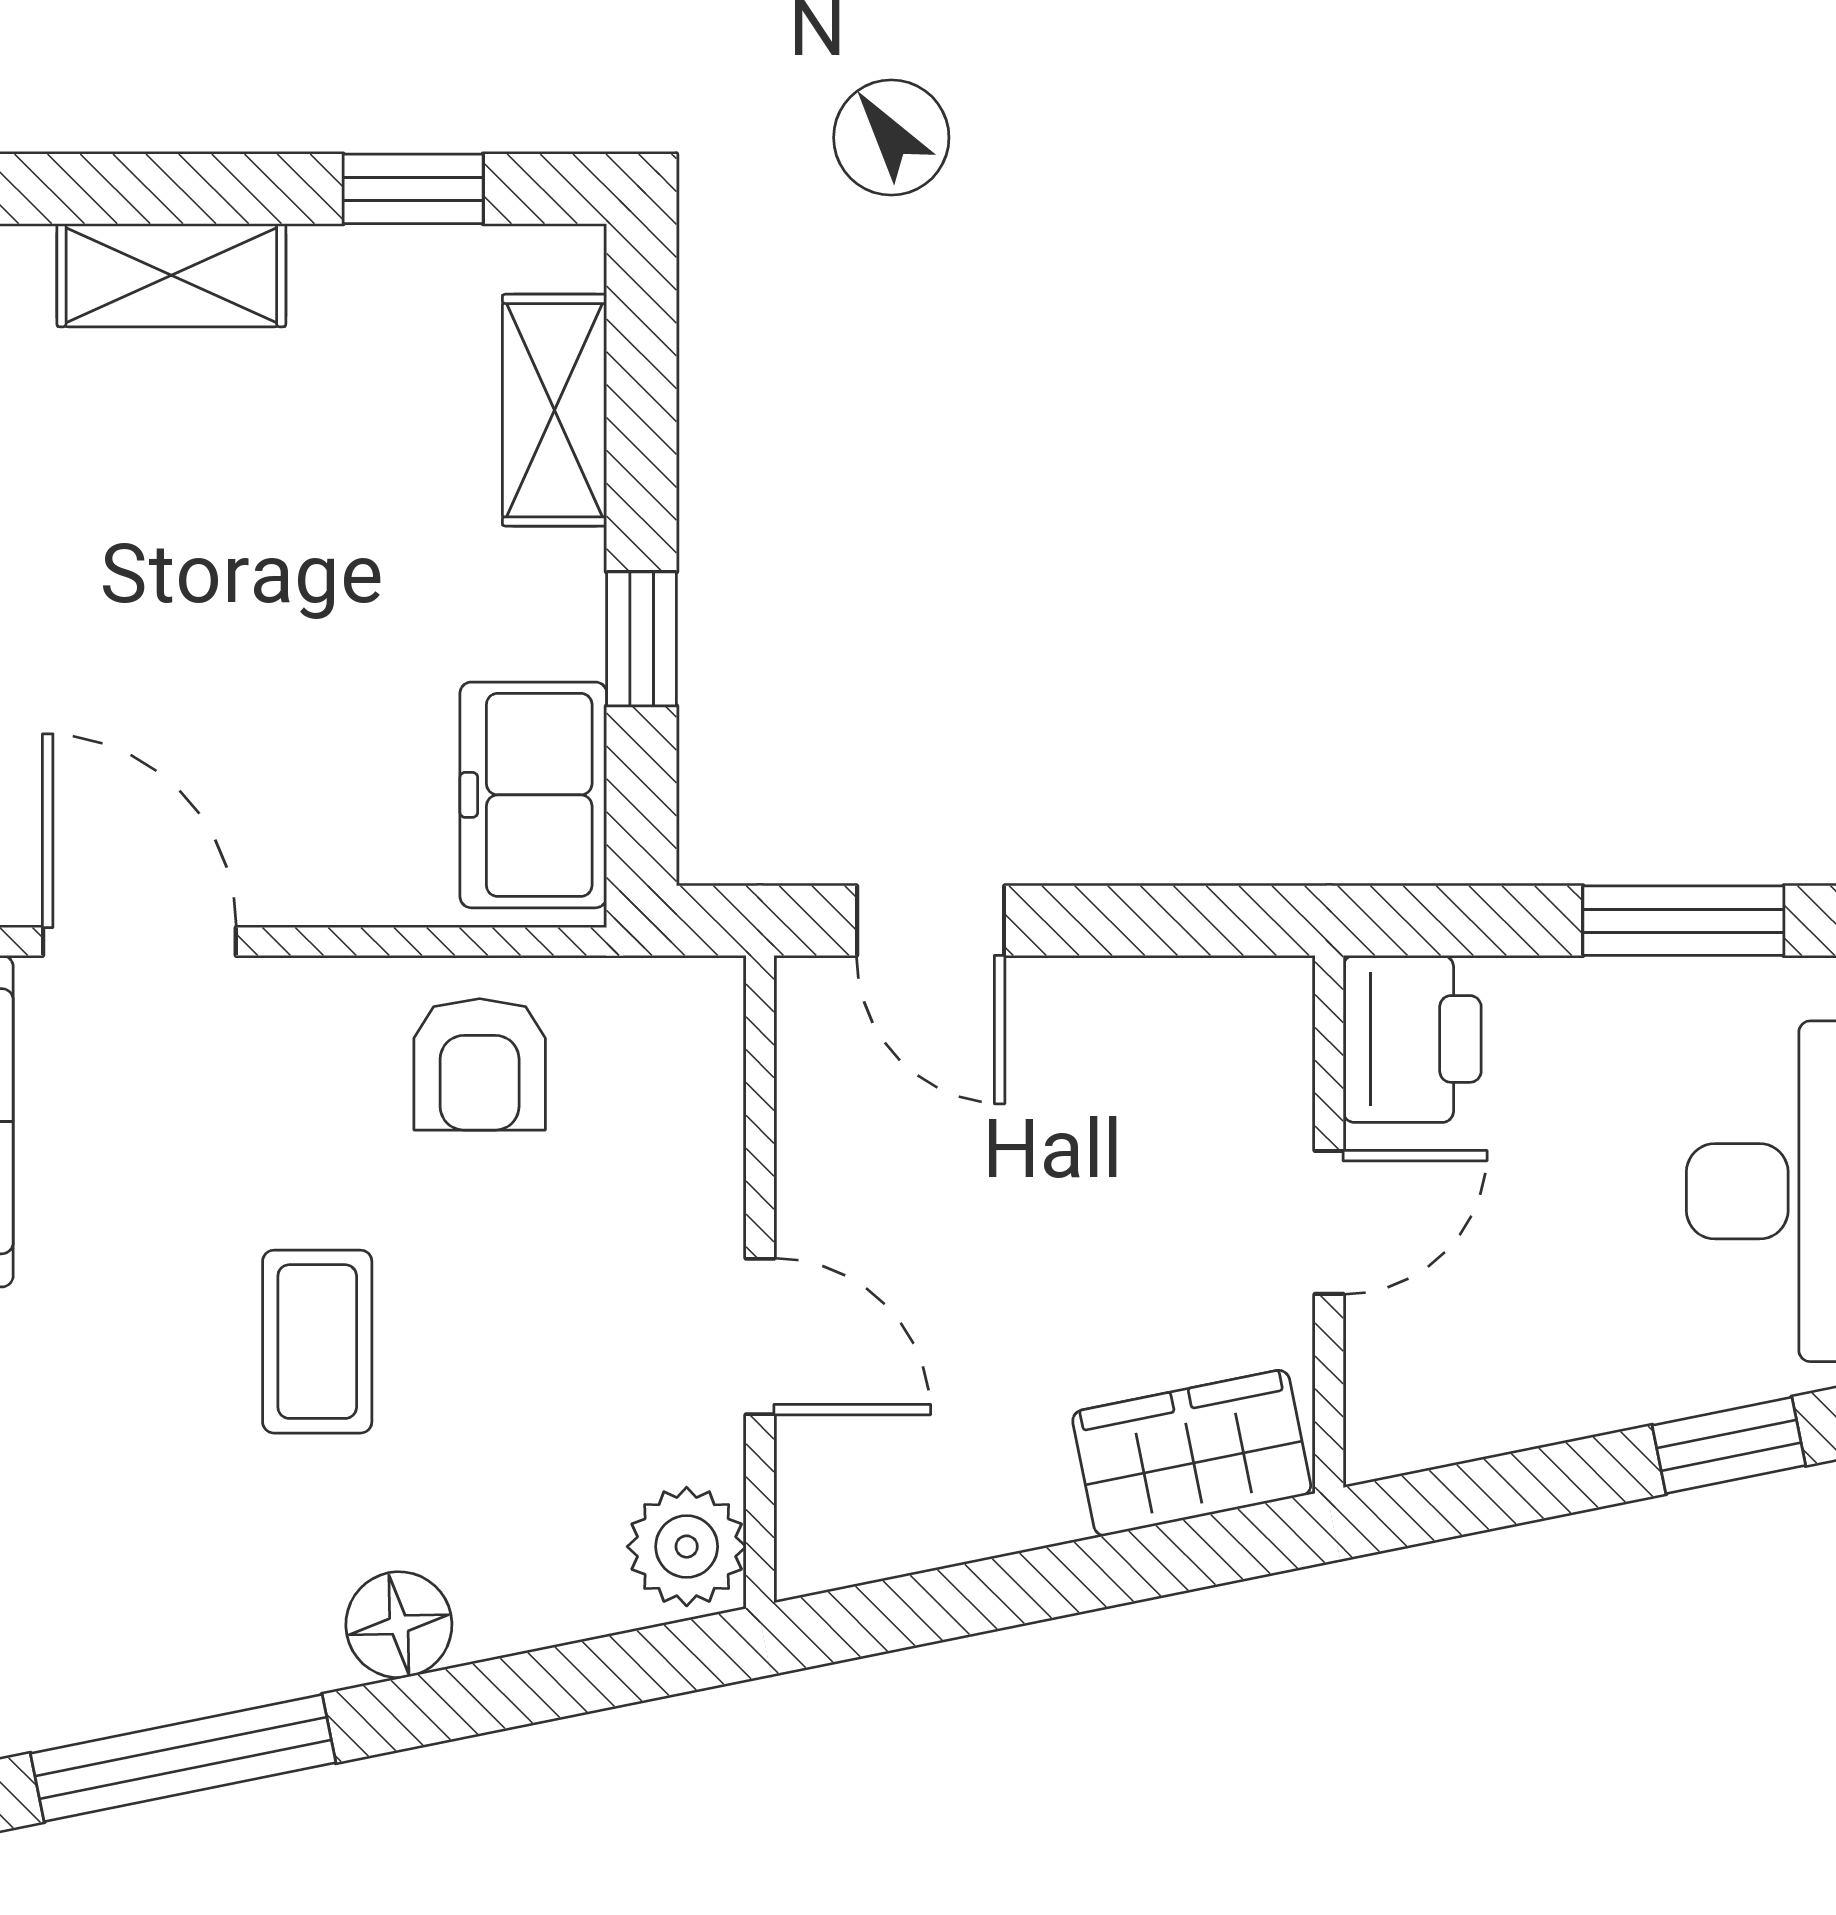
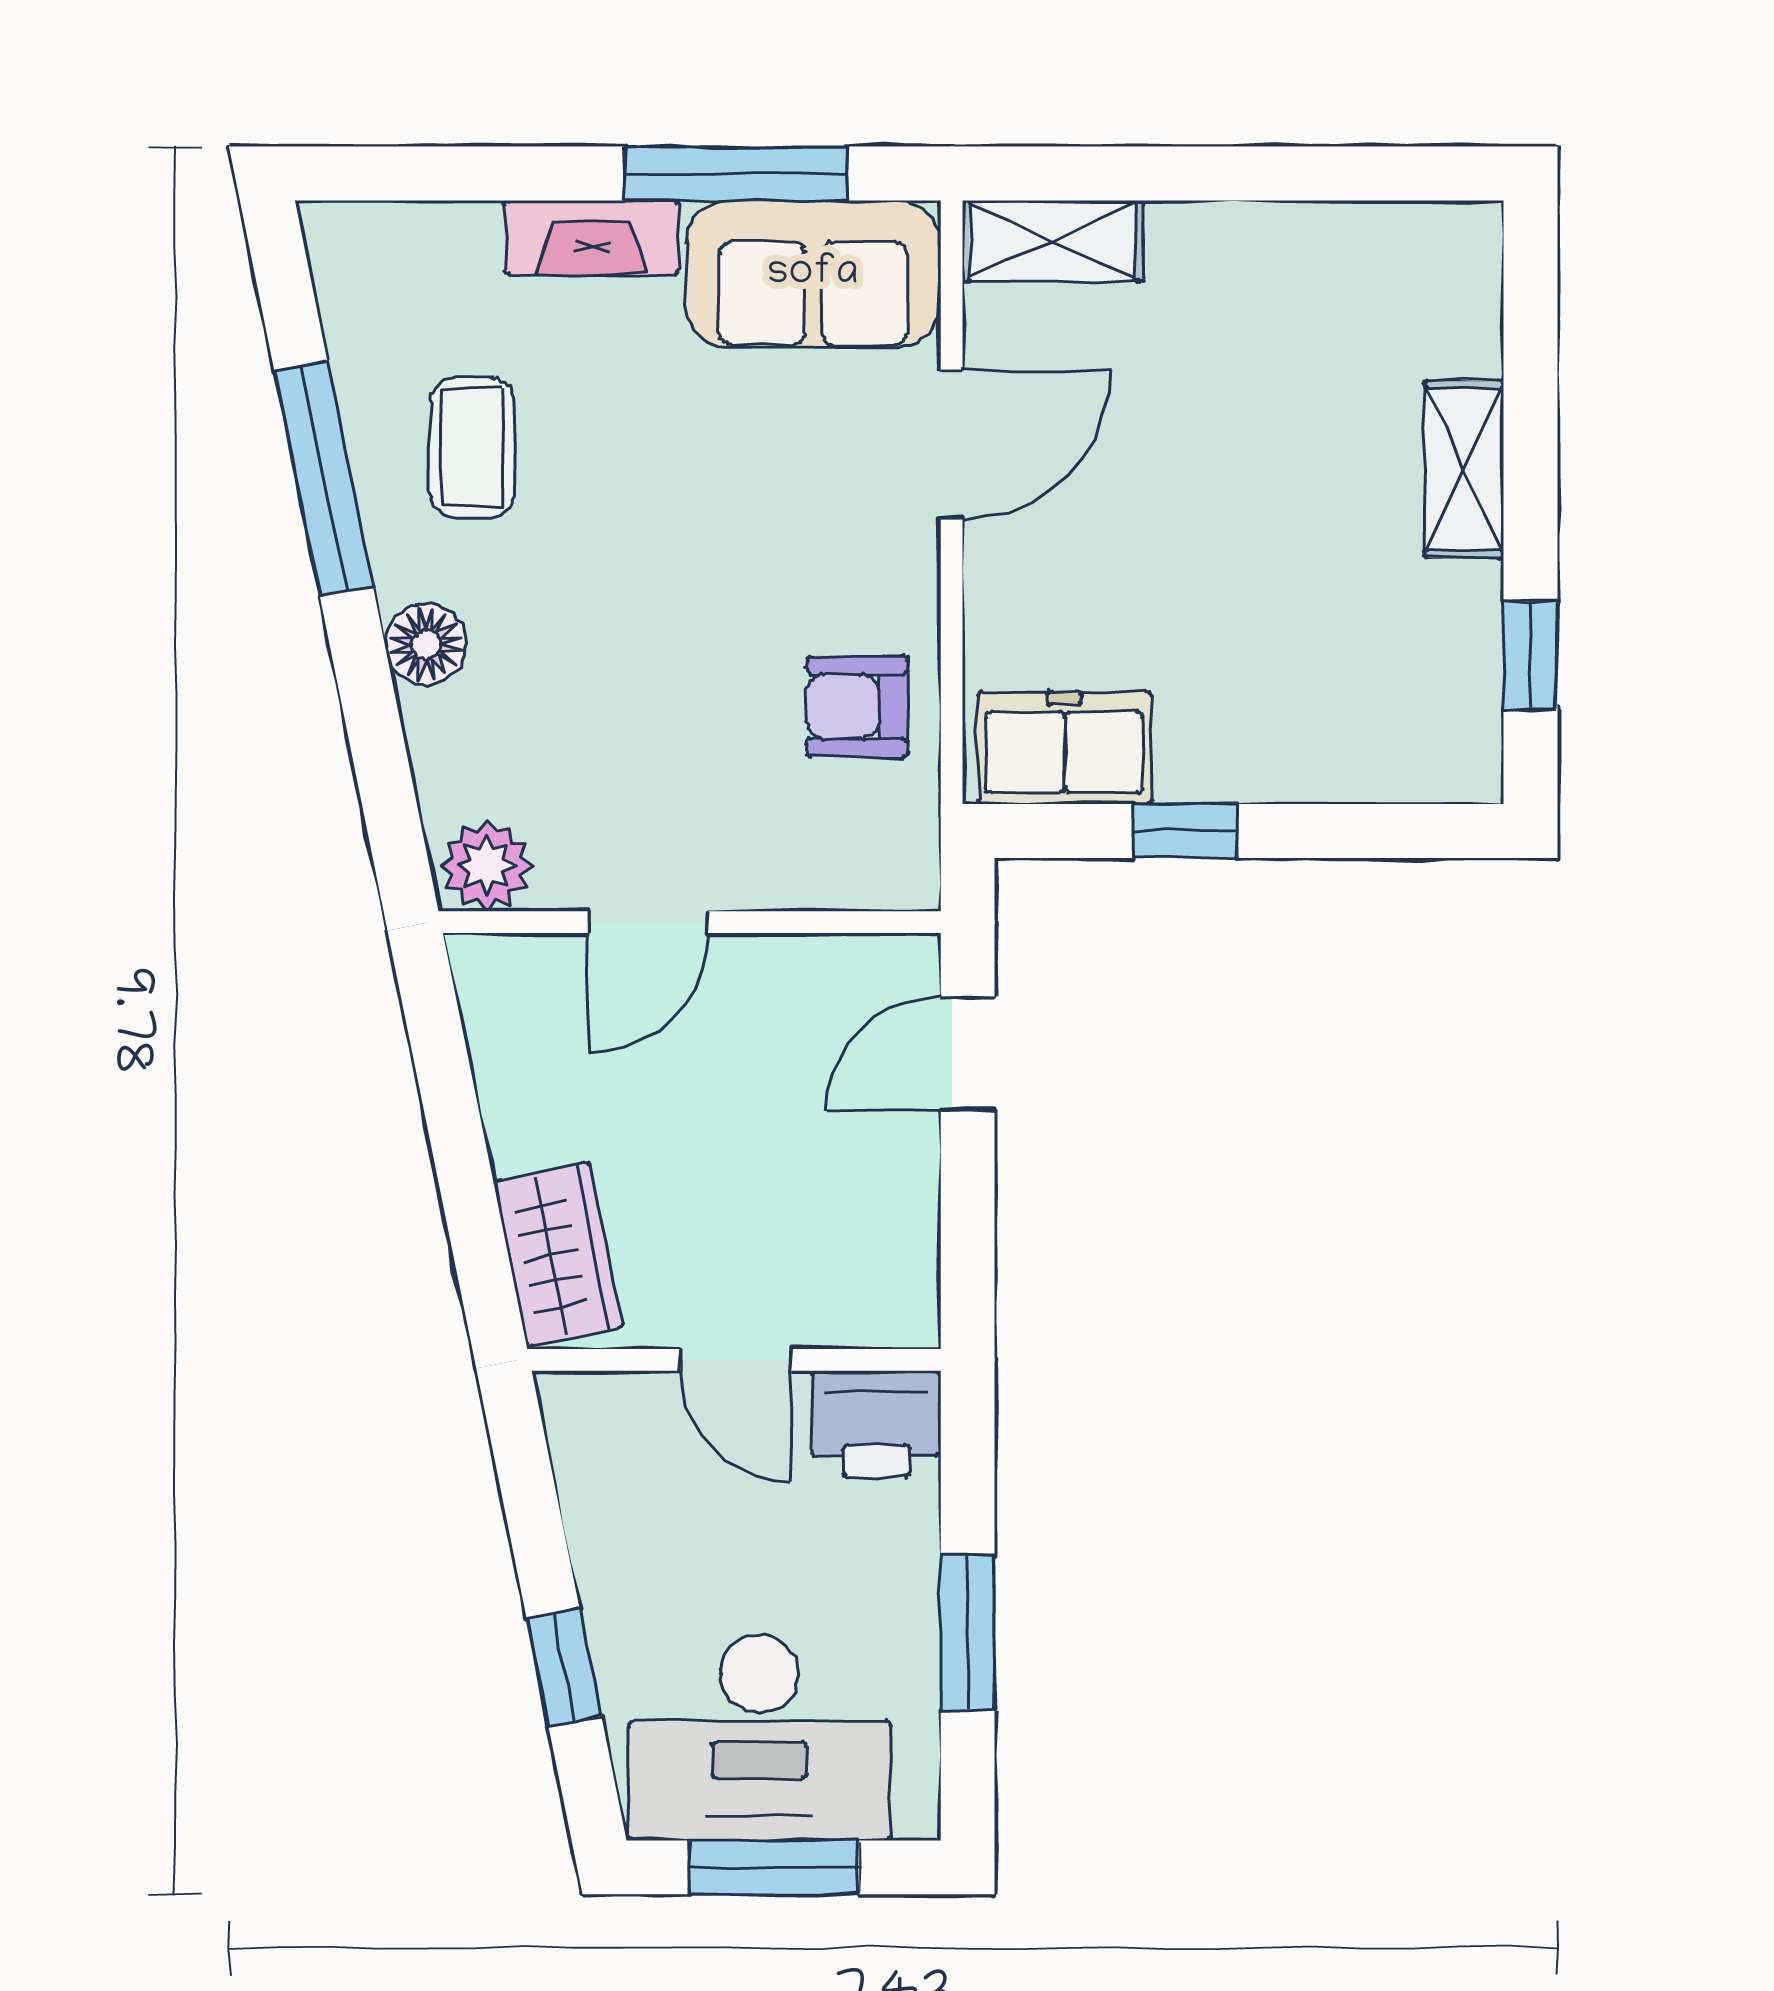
shelving: (555, 410) -> (1360, 764), removed
coffee table: (317, 1342) -> (472, 447), moved, turned 90

